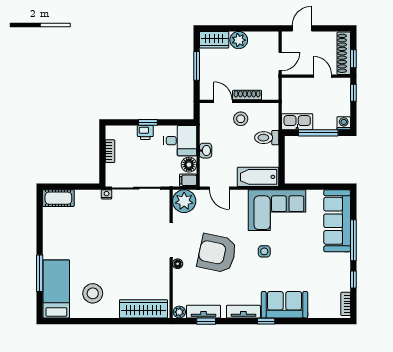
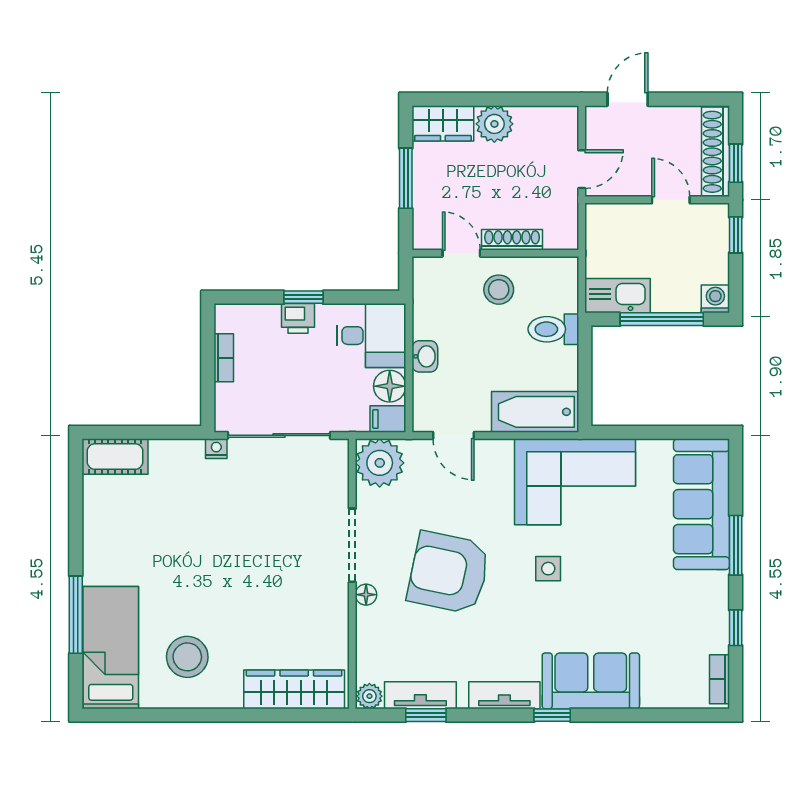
window: (353, 240) -> (736, 545), width x0.69

